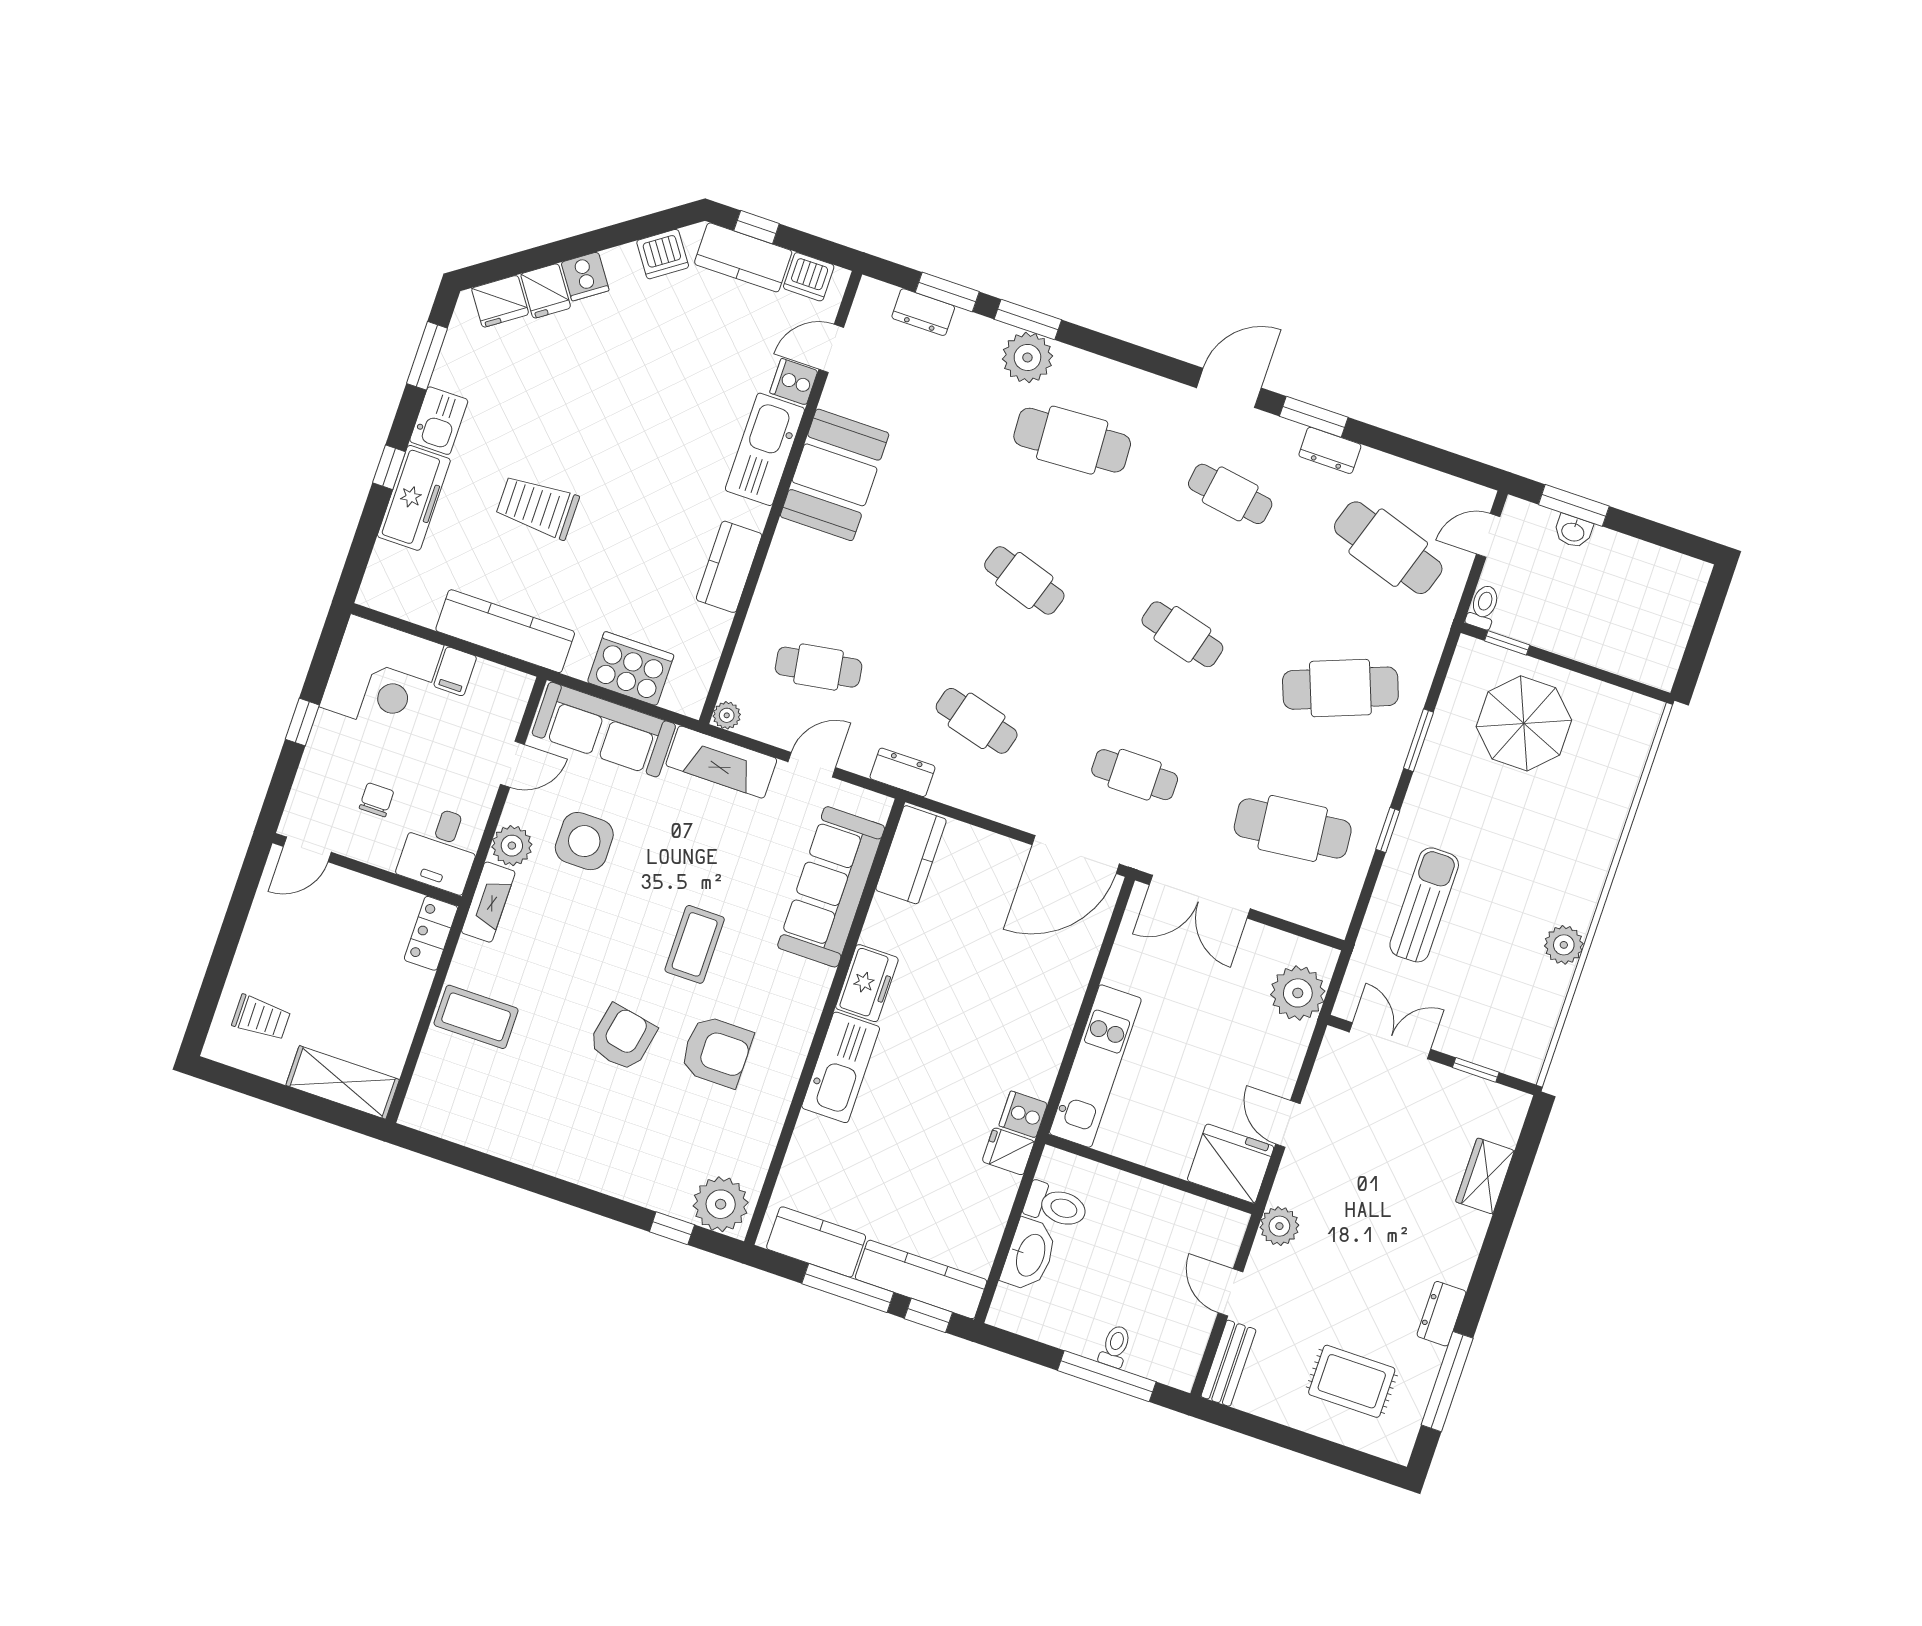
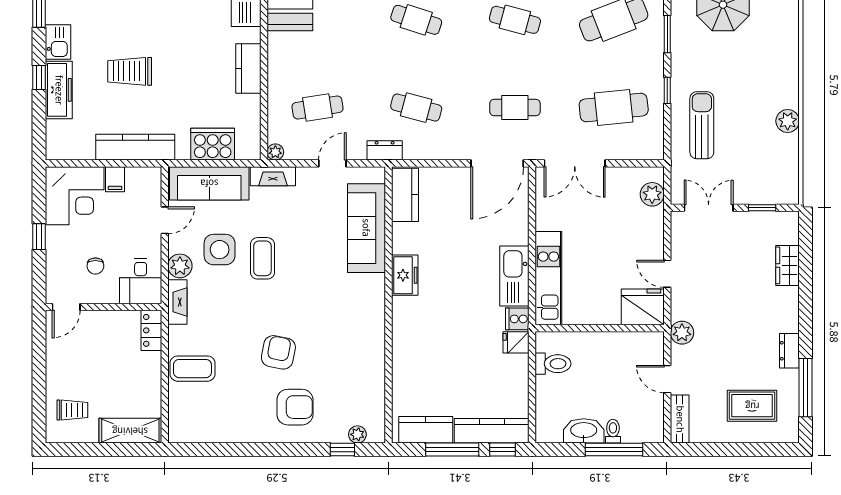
fireplace: (721, 762) -> (273, 176), width x0.73, depth x0.76
chair: (377, 800) -> (95, 266), turned 180
coffee table: (695, 944) -> (262, 258), moved
plant: (1298, 993) -> (652, 194), width x0.73, depth x0.73
armchair: (717, 1051) -> (295, 407), moved
kitchen sink: (841, 1067) -> (514, 276), moved, turned 180
plant: (721, 1204) -> (357, 434), width x0.53, depth x0.53
washbasin: (1029, 1255) -> (584, 431), moved, turned -90

